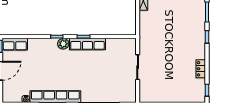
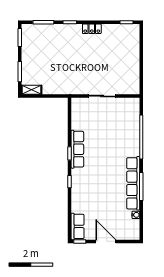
plant: (63, 44) -> (77, 175), removed
locker: (201, 69) -> (92, 29), moved

